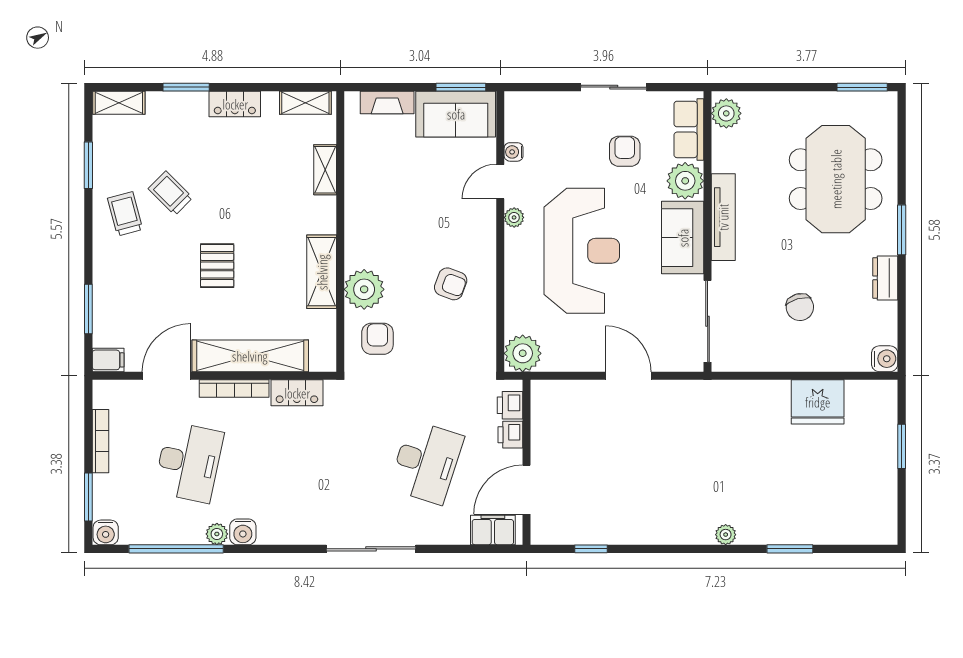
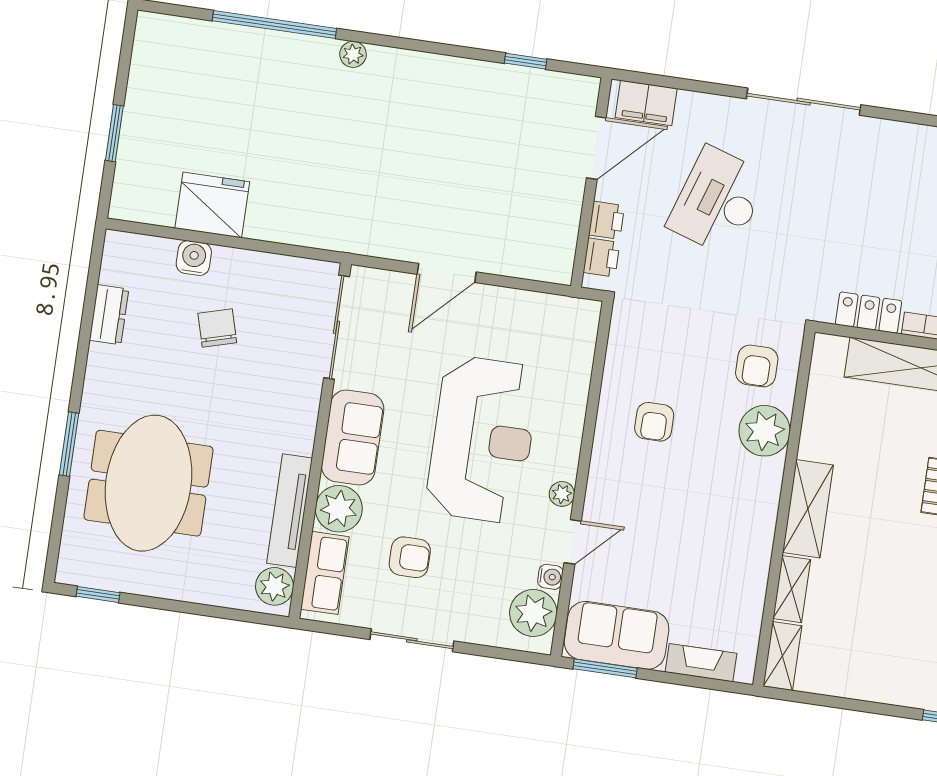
window: (862, 87) -> (98, 594), width x0.67
shelving: (305, 103) -> (782, 656), moved, turned 90
locker: (235, 104) -> (894, 689), removed
armchair: (625, 151) -> (410, 557), turned -90
tv unit: (723, 217) -> (290, 511), moved
window: (902, 230) -> (69, 444), moved
reception desk: (582, 251) -> (482, 439), turned 180
shelving: (322, 272) -> (808, 509), moved
dresser: (885, 278) -> (109, 315), moved
armchair: (451, 284) -> (654, 422), turned -110
plant: (523, 353) -> (533, 613), moved
water cooler: (885, 359) -> (194, 258), moved, turned 90
door: (628, 376) -> (447, 273), hinge flipped
window: (790, 549) -> (274, 25), width x2.11

